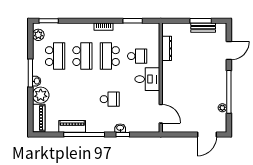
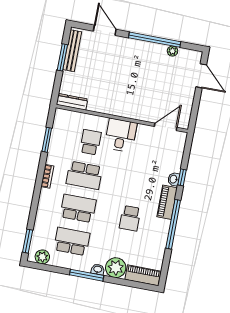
bench: (203, 28) -> (72, 51), width x1.36
dresser: (167, 48) -> (72, 102), moved
school desk: (110, 99) -> (130, 218), moved, turned 180
piano: (72, 126) -> (167, 202), moved

